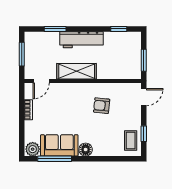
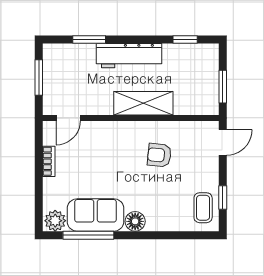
shelving: (77, 71) -> (143, 103), moved

